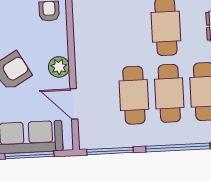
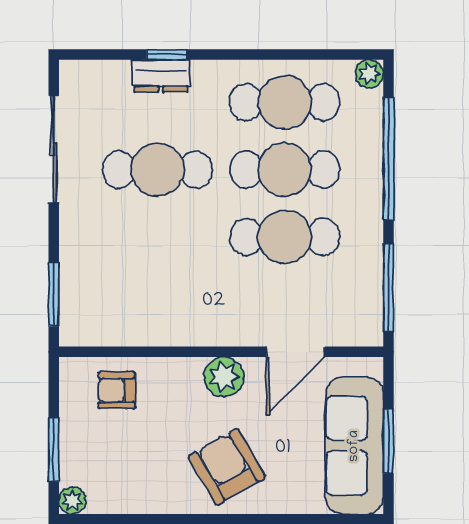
window: (30, 155) -> (389, 441), width x0.69

